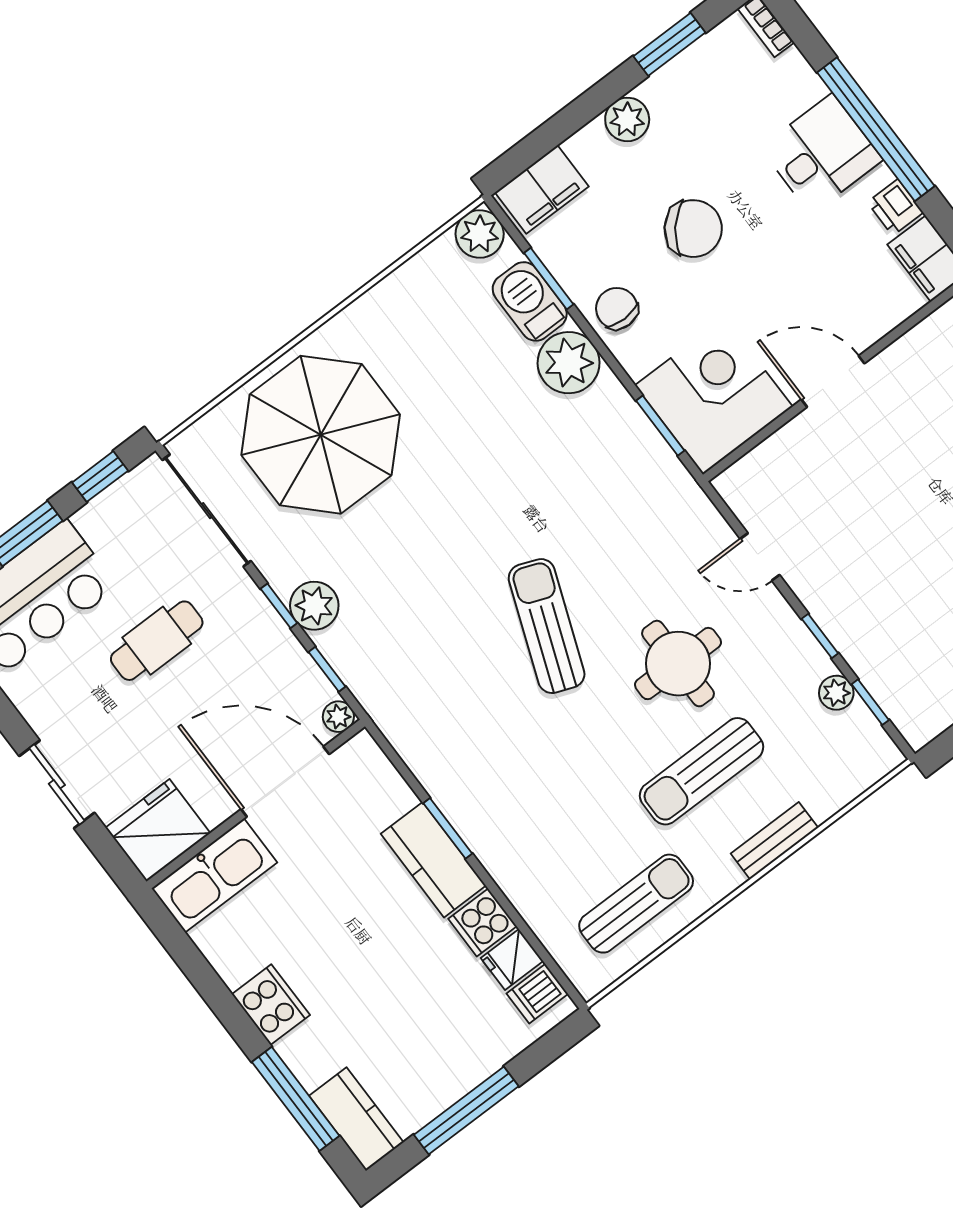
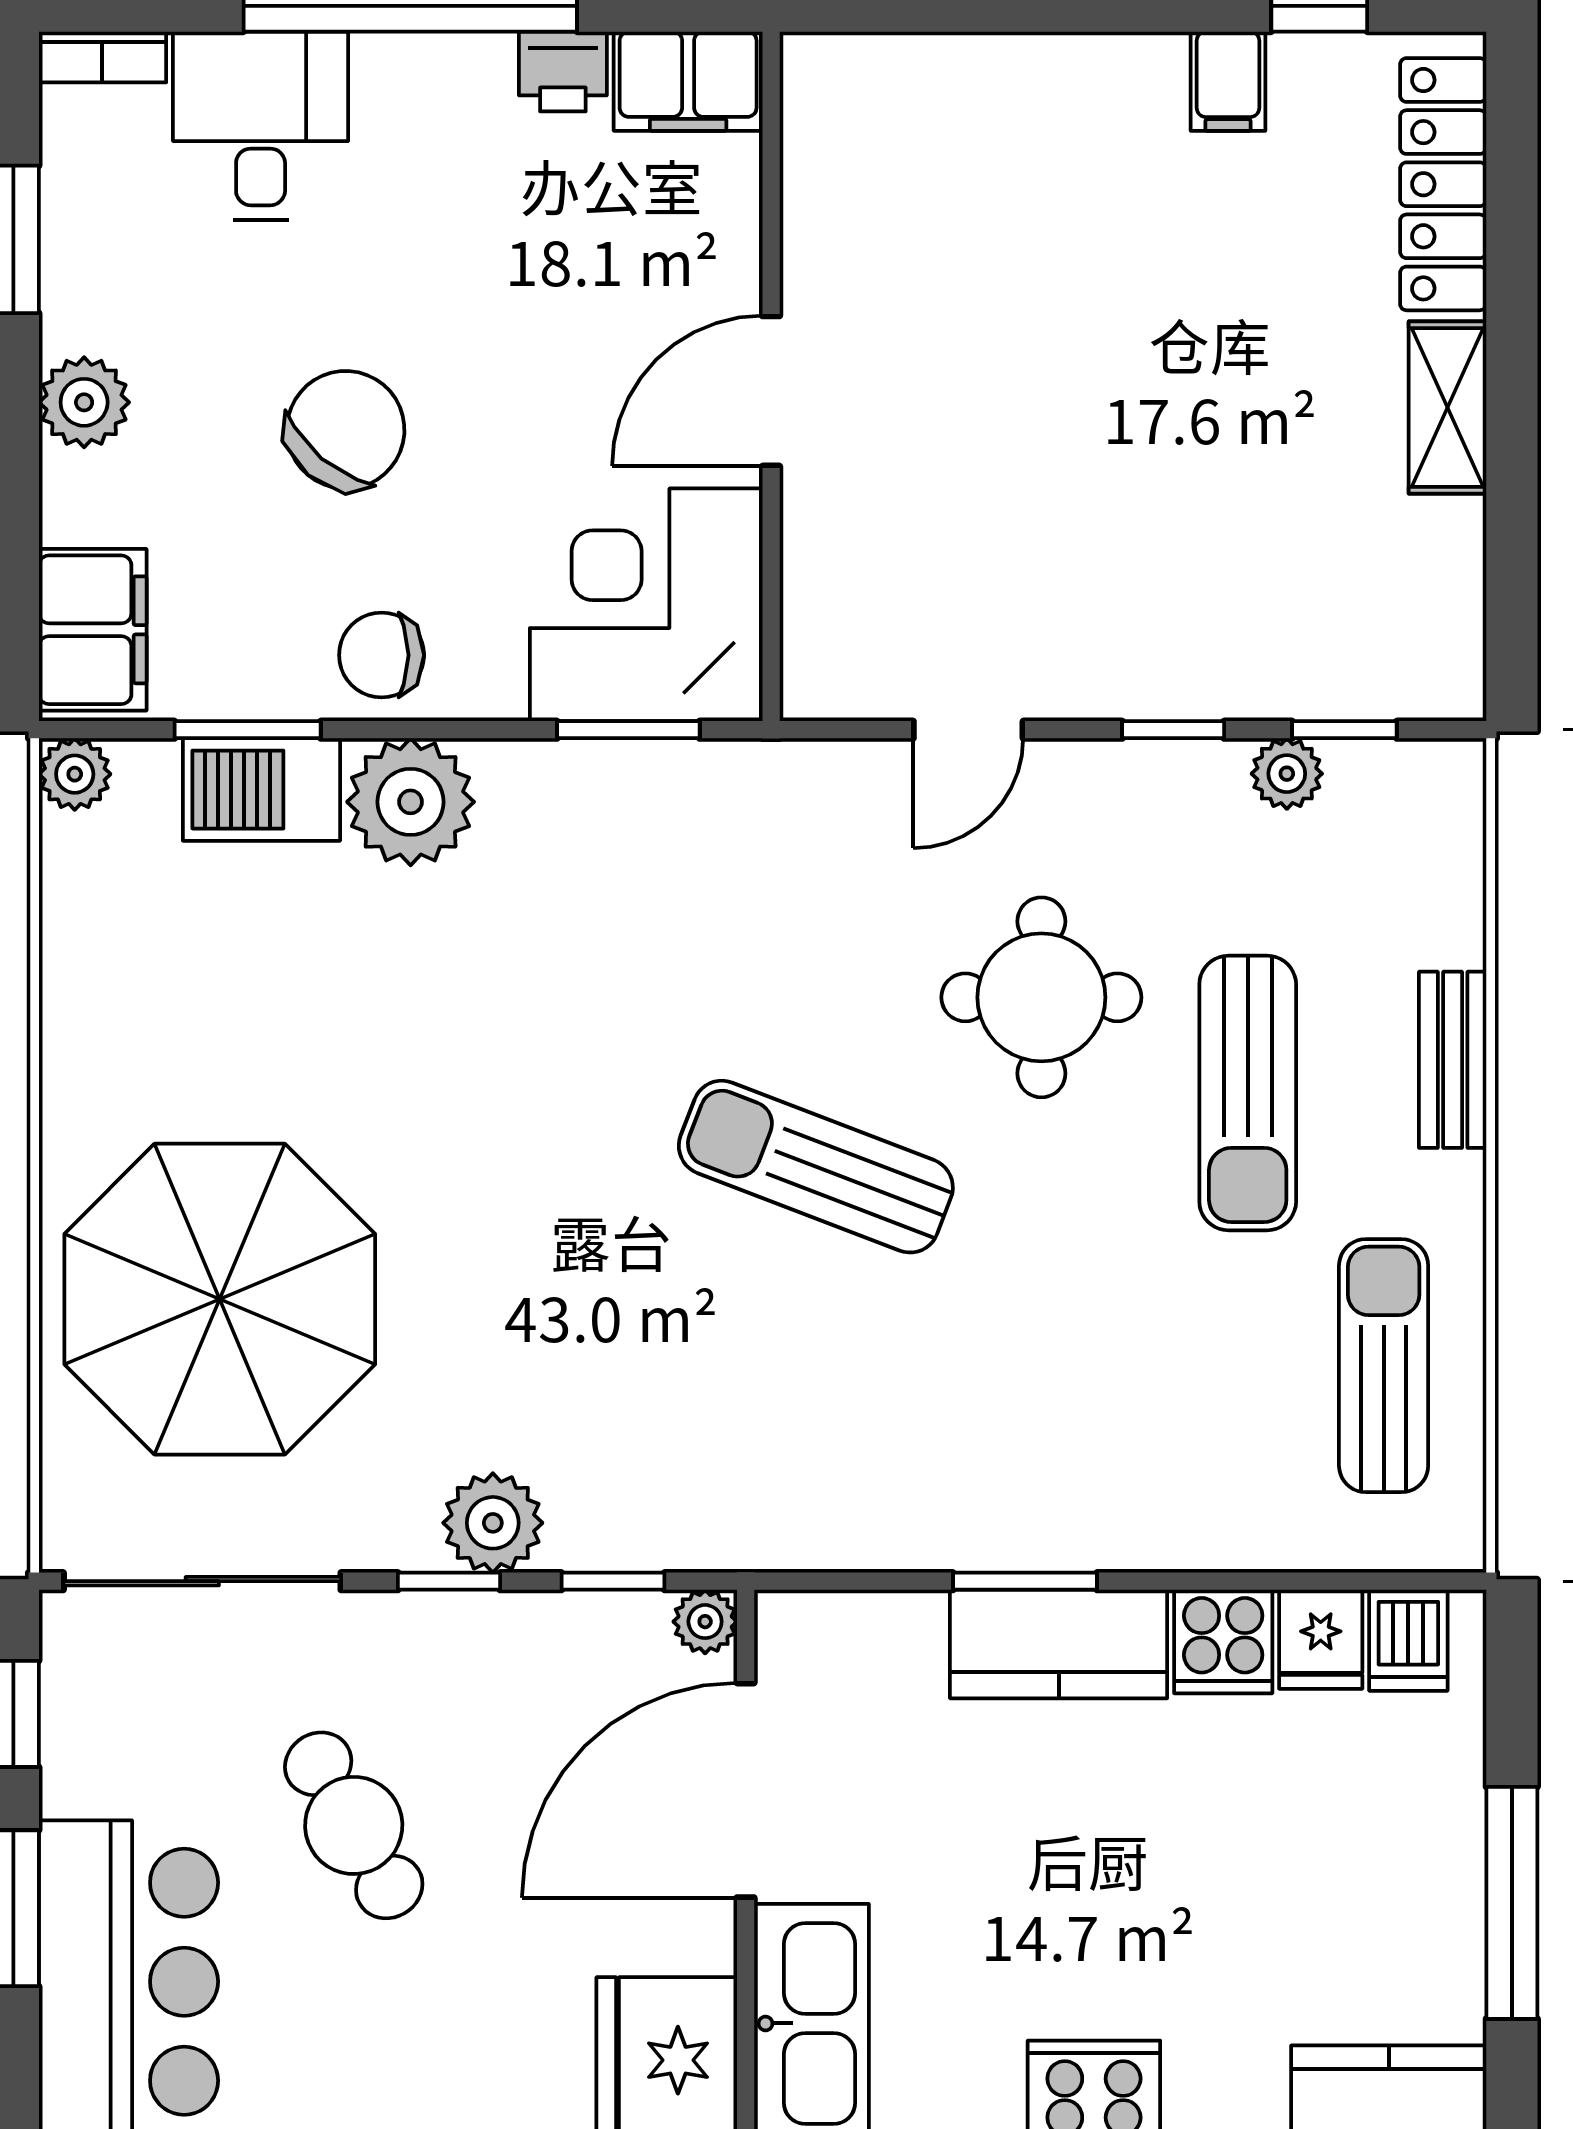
desk: (821, 154) -> (261, 126), moved
plant: (480, 234) -> (75, 774), width x0.73, depth x0.73
cafe table: (157, 641) -> (354, 1825), turned -30

